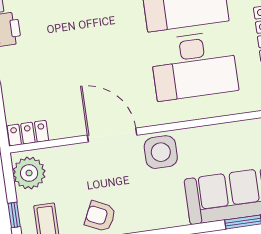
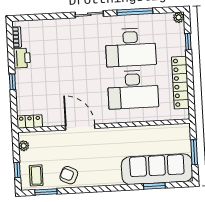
side table: (161, 152) -> (108, 140), removed
plant: (29, 173) -> (24, 146), width x0.53, depth x0.53

